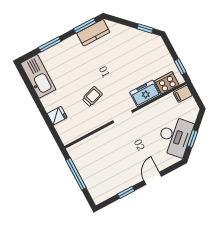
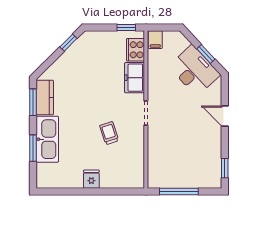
kitchen sink: (38, 76) -> (47, 139), moved, turned 90
fridge: (57, 116) -> (91, 179), moved
window: (126, 192) -> (225, 168), moved

